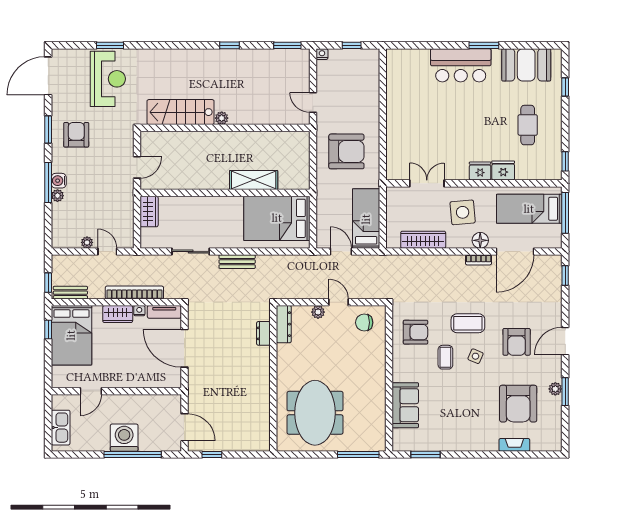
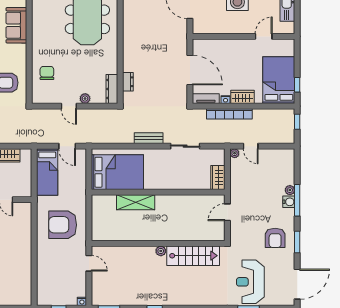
plant: (87, 242) -> (235, 153), moved
bench: (70, 293) -> (280, 114), removed
chair: (364, 323) -> (47, 73), moved, turned -90

